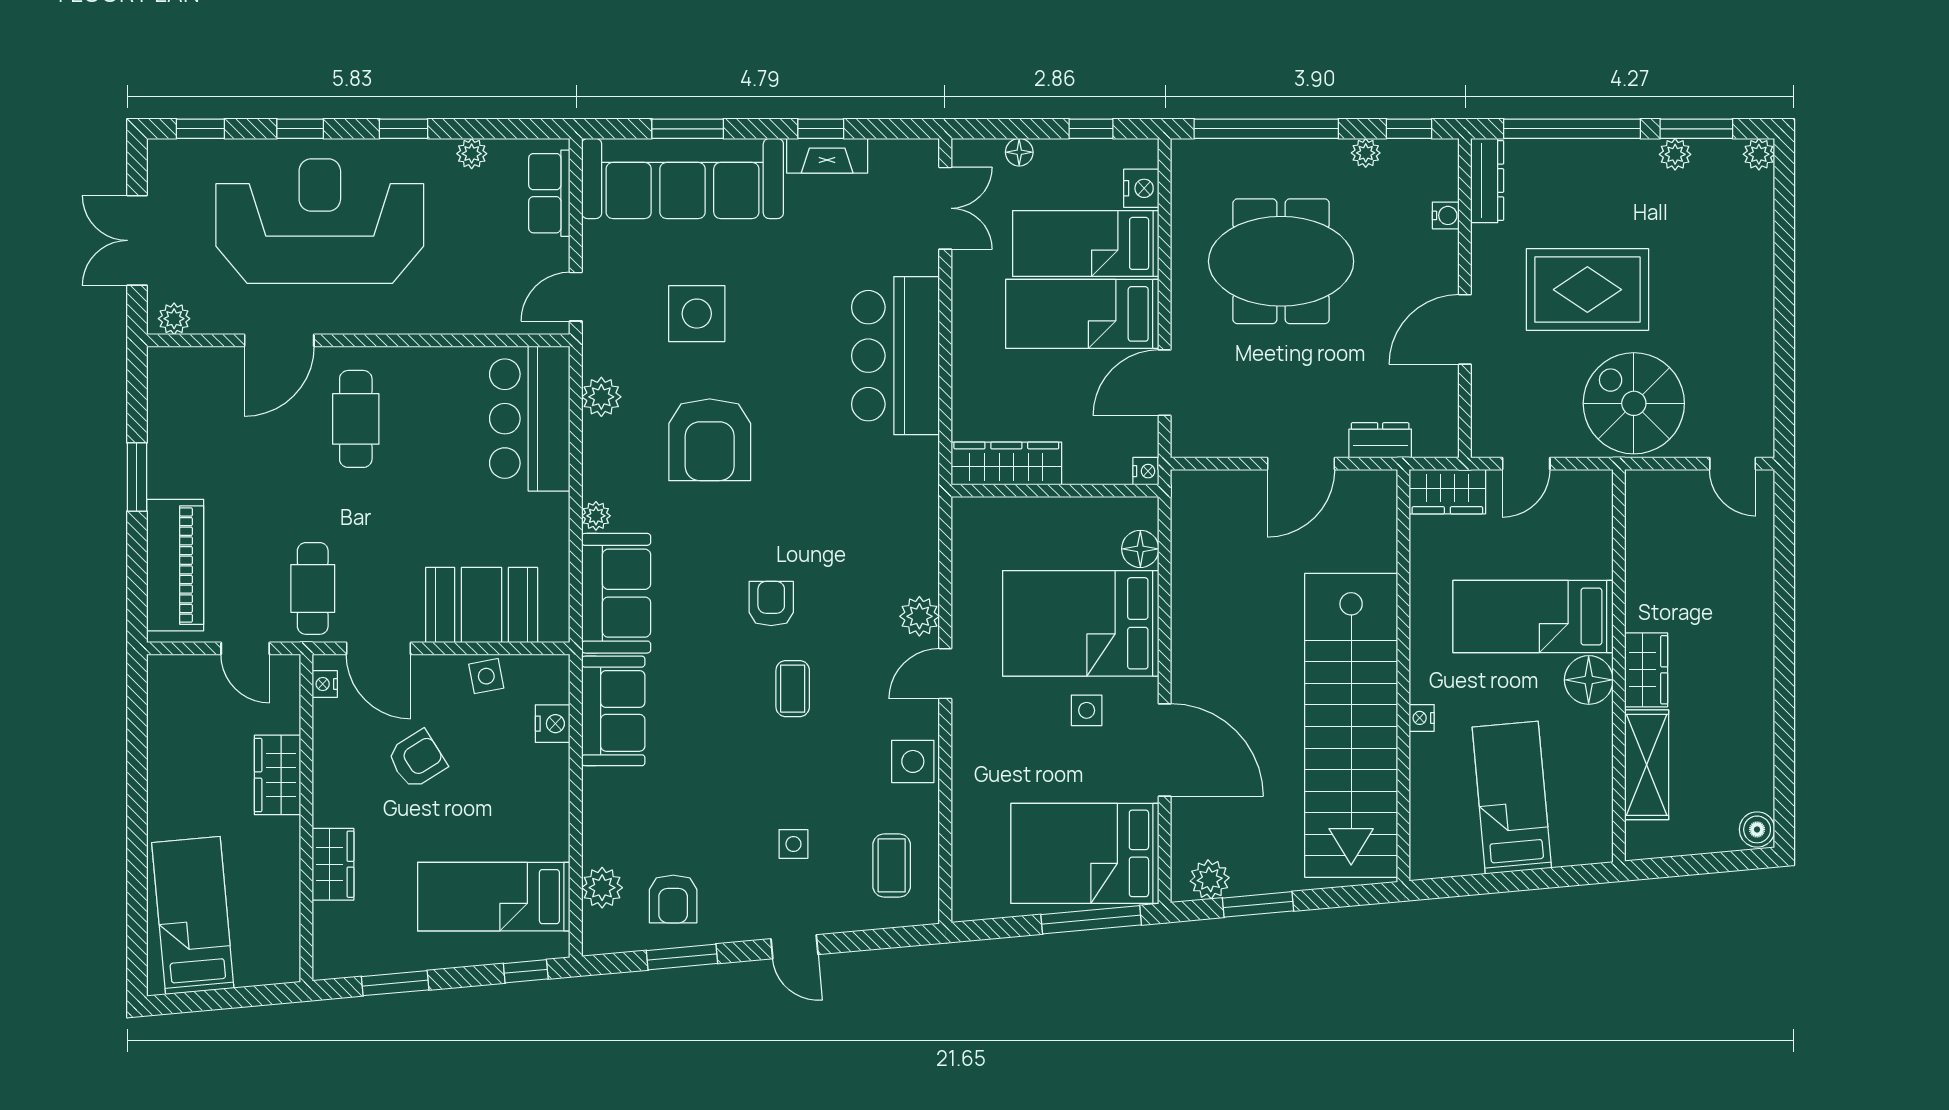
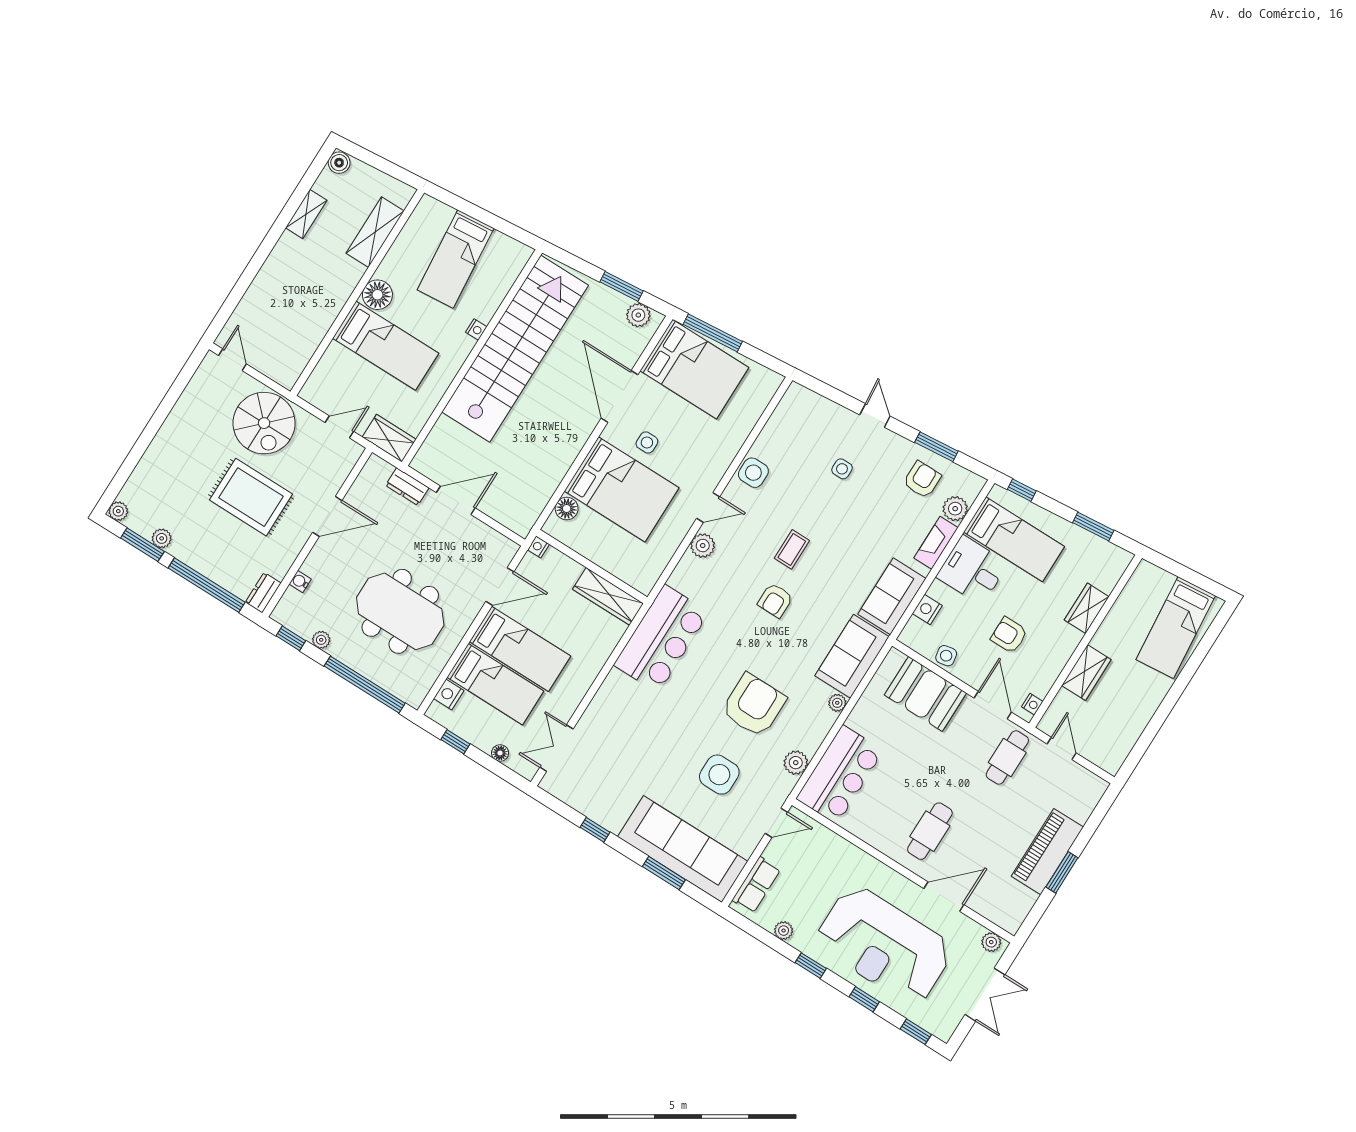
fireplace: (827, 156) -> (936, 543), moved, turned -90
dresser: (1487, 181) -> (263, 593), width x0.70
bar counter: (896, 356) -> (661, 639), moved
piano: (175, 565) -> (1047, 852), moved
wardrobe: (1646, 670) -> (344, 281), removed
shelving: (1758, 730) -> (306, 214), added
armchair: (417, 759) -> (1009, 635), turned 32
desk: (525, 817) -> (972, 570), added
coffee table: (892, 865) -> (798, 426), removed

